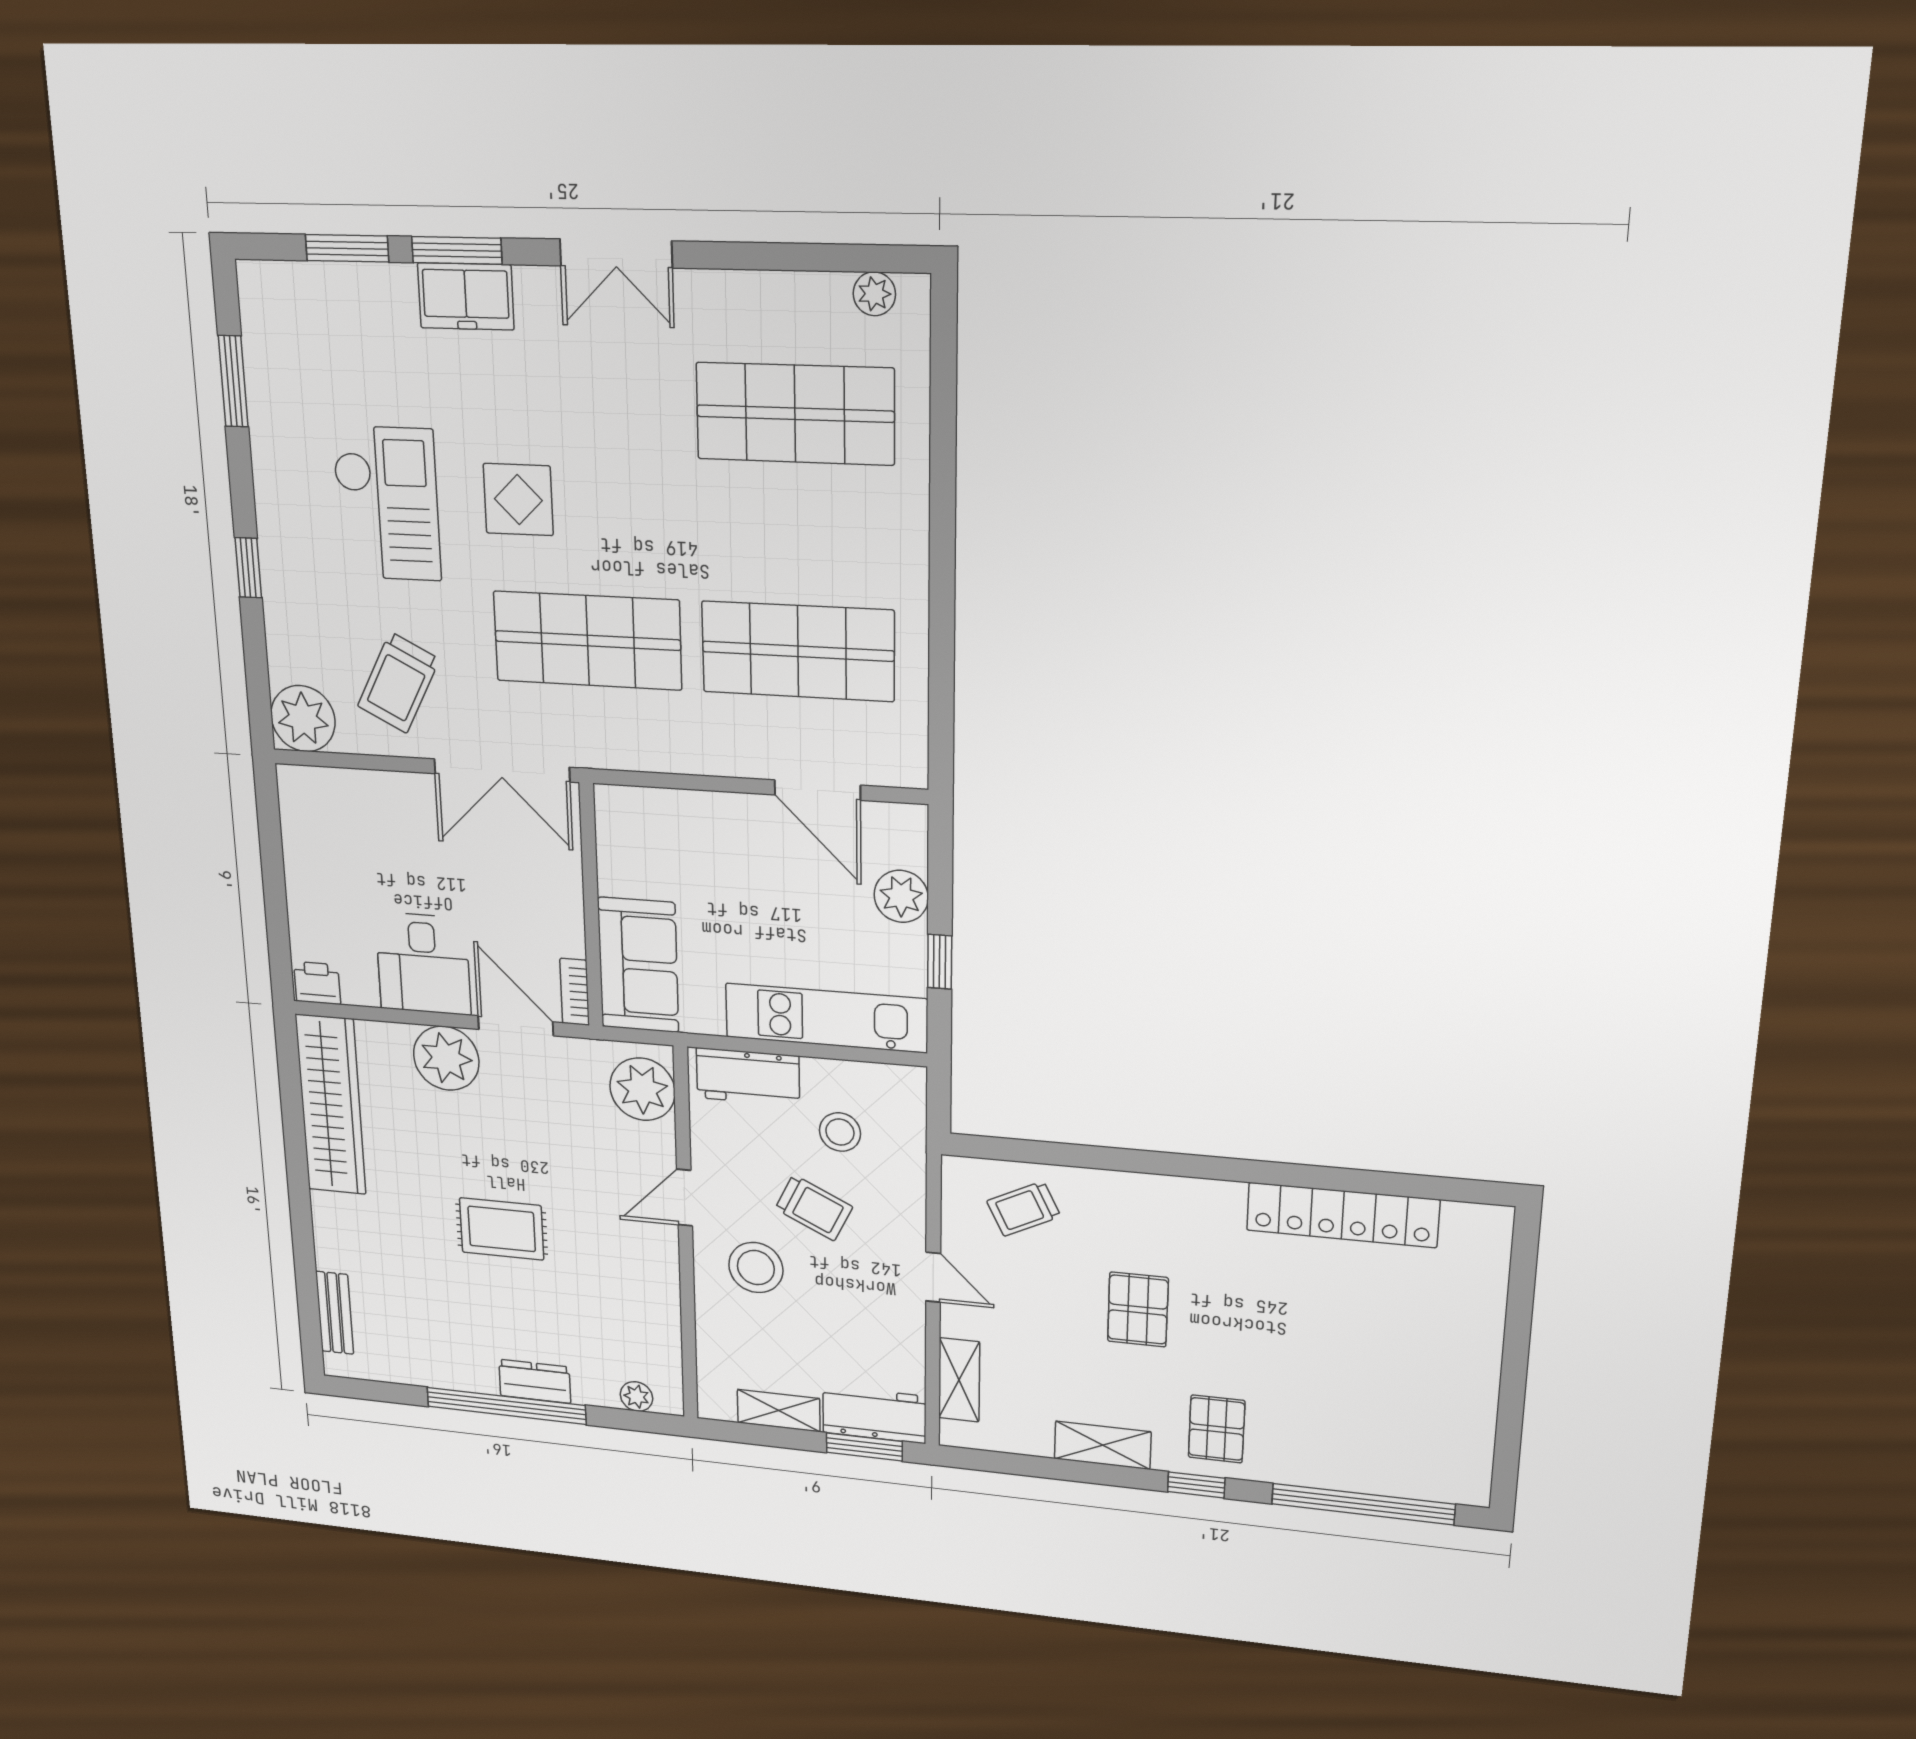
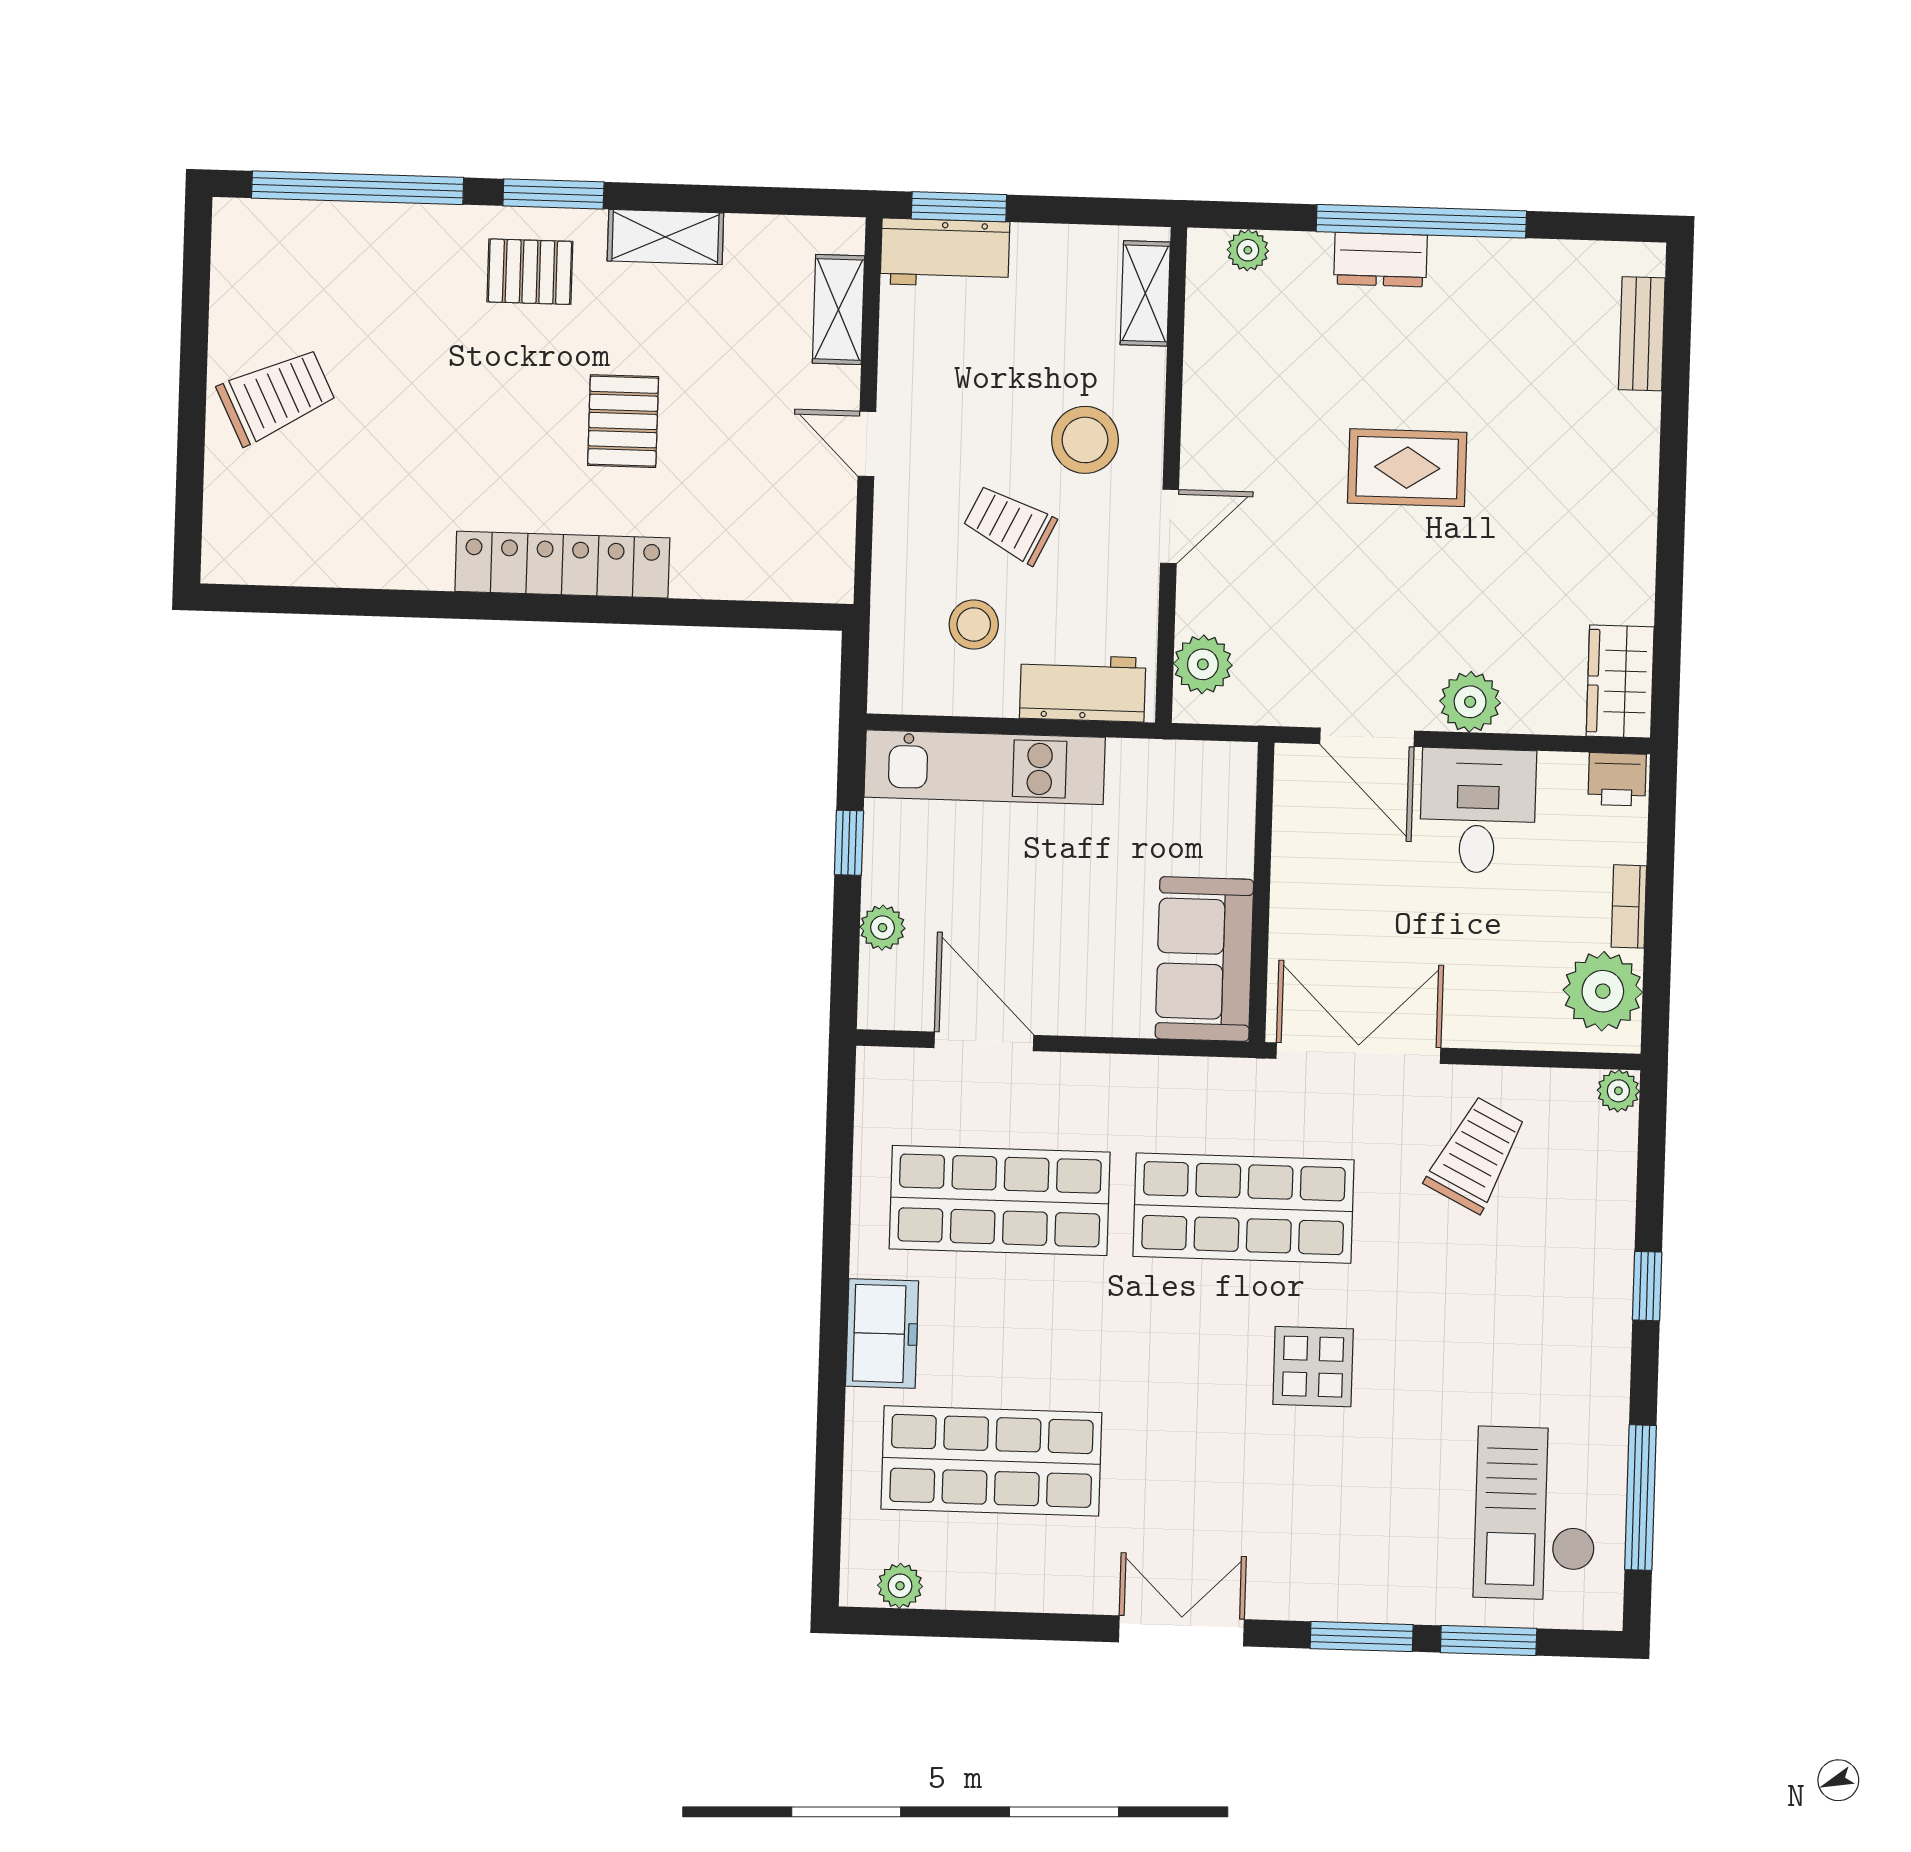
freezer: (466, 296) -> (882, 1333), moved, turned 90
window: (233, 381) -> (1640, 1498), width x1.44
checkout: (387, 503) -> (1536, 1513), moved
plant: (303, 719) -> (1618, 1091), width x0.53, depth x0.53
plant: (310, 815) -> (1603, 991), added
plant: (901, 896) -> (883, 928), width x0.73, depth x0.73
sofa: (638, 965) -> (1204, 959), moved
bookcase: (575, 992) -> (1629, 906), moved, turned 180
plant: (446, 1058) -> (1470, 702), width x0.73, depth x0.73
plant: (642, 1089) -> (1203, 664), width x0.73, depth x0.73
wardrobe: (331, 1105) -> (1620, 681), width x0.48, depth x0.85
trolley: (1024, 1209) -> (276, 396), moved, width x1.36, depth x1.39
locker: (1343, 1215) -> (562, 565), moved
shelving: (779, 1411) -> (1145, 293), moved, turned 90
pallet: (1217, 1429) -> (530, 272), turned 90
window: (1196, 1485) -> (553, 194), width x1.50

